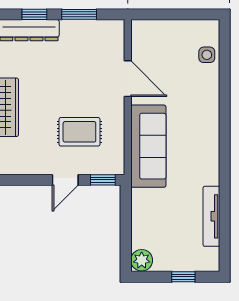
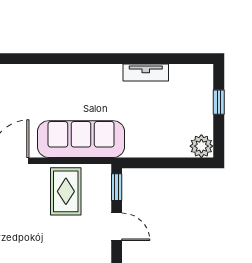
rug: (79, 132) -> (66, 191), moved
tv unit: (211, 216) -> (146, 73), width x0.71

